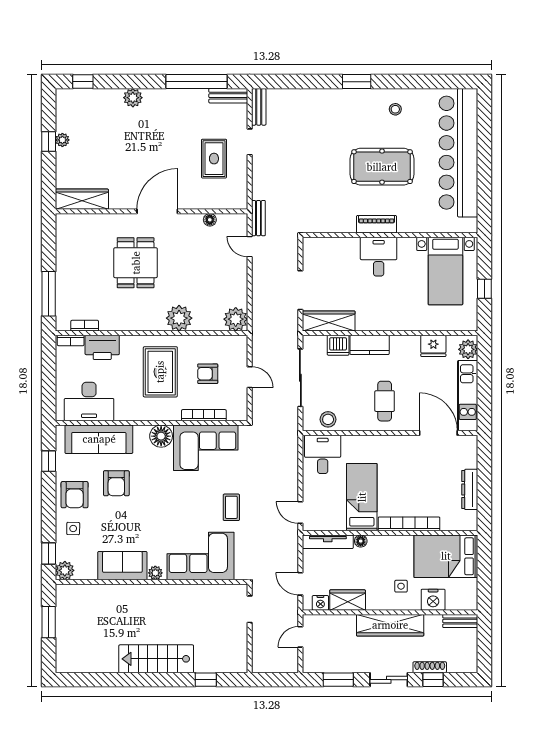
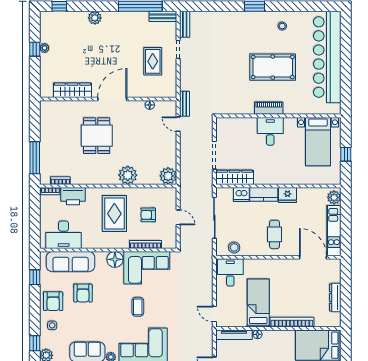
wardrobe: (82, 199) -> (72, 90), moved
fridge: (433, 346) -> (288, 195), moved
coffee table: (231, 507) -> (138, 307), moved

